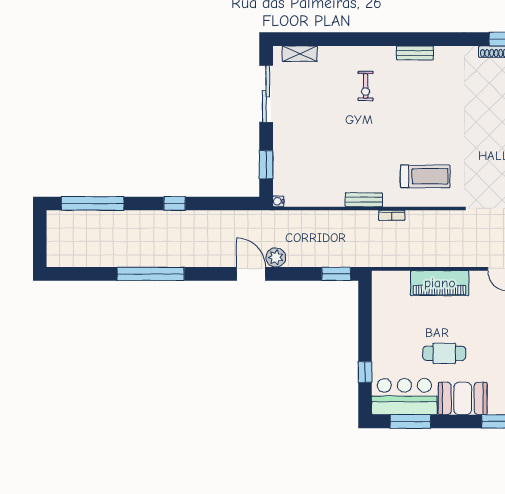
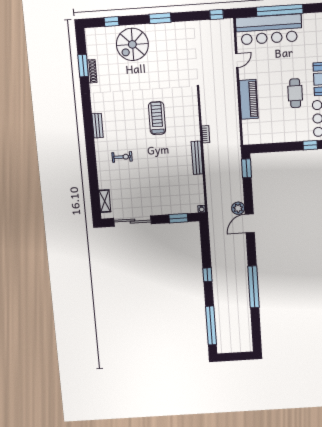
treadmill: (425, 176) -> (157, 118), moved
bench: (364, 200) -> (197, 158), width x1.36

